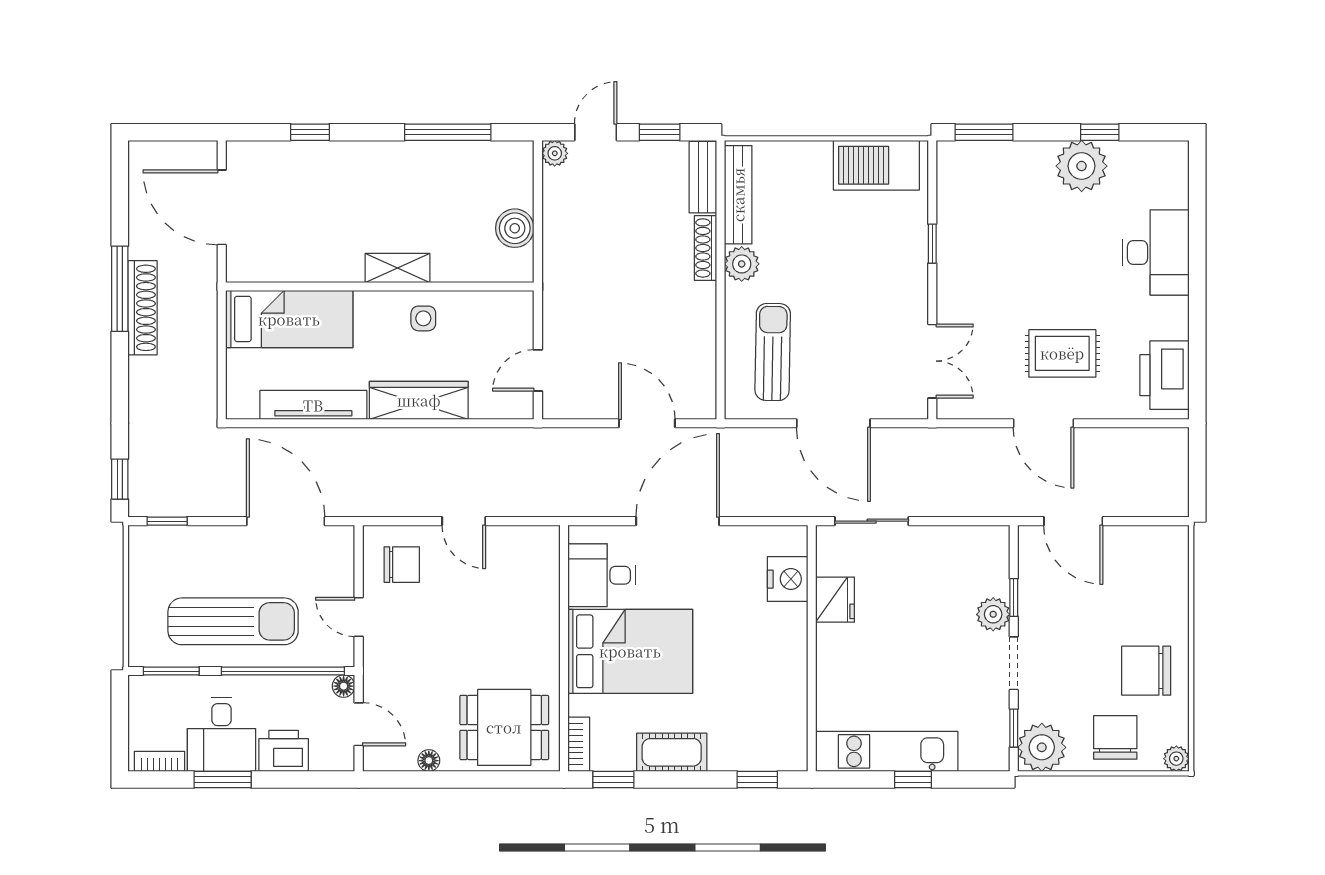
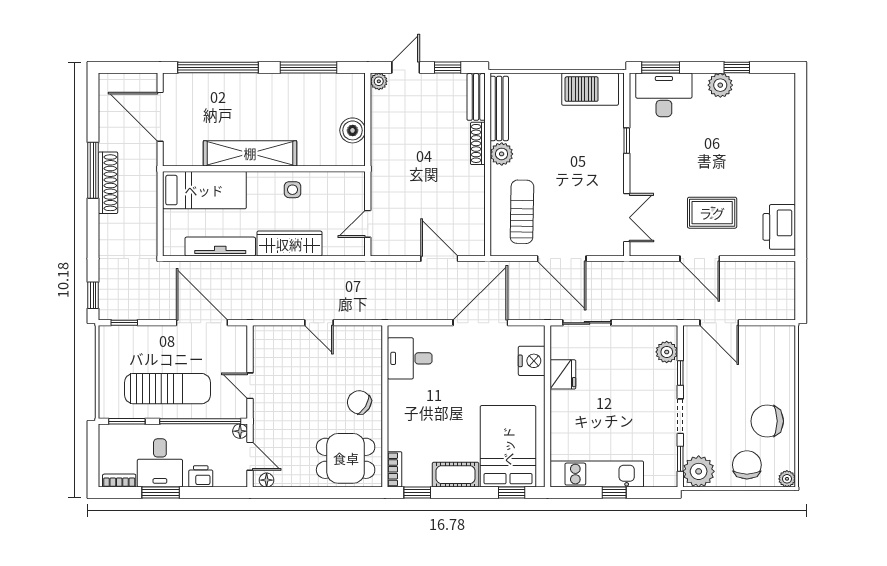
window: (310, 132) -> (218, 67), width x3.17
plant: (1082, 166) -> (720, 85), width x0.73, depth x0.73
desk: (1156, 252) -> (664, 95), moved, turned -90
shelving: (397, 268) -> (250, 153), width x2.20, depth x1.33
door: (678, 521) -> (480, 323), moved
chair: (402, 565) -> (359, 402), moved, turned -148
plant: (993, 614) -> (667, 352), moved
bed: (630, 651) -> (508, 446), moved, turned -90
printer: (284, 751) -> (201, 476), width x0.73, depth x0.81
floor lamp: (429, 761) -> (267, 480), moved

